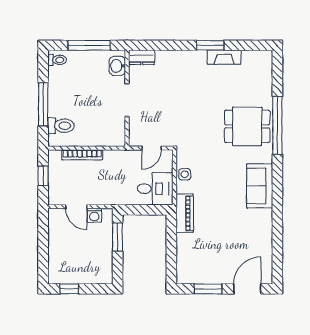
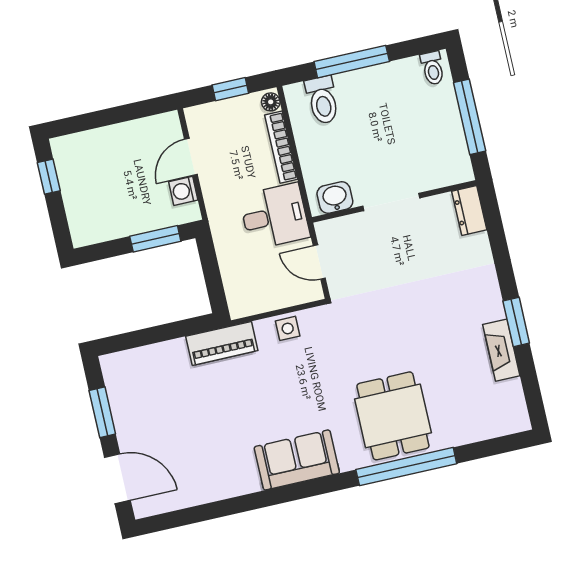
washbasin: (117, 66) -> (335, 198), moved
floor lamp: (55, 155) -> (271, 102), added
desk: (155, 189) -> (274, 216), moved, turned -90

